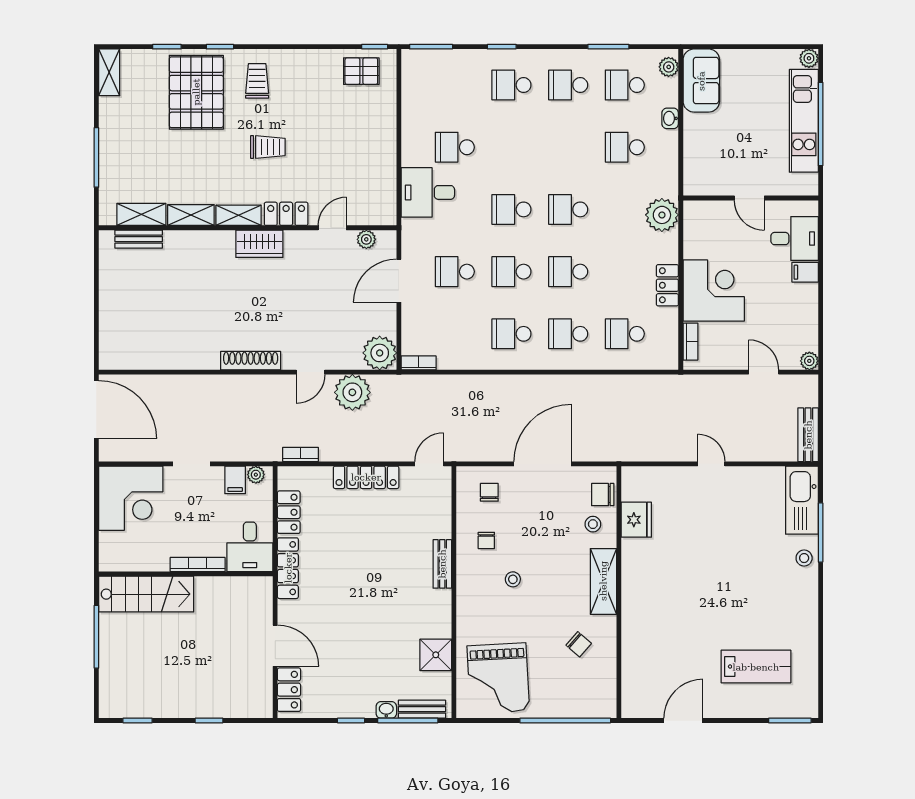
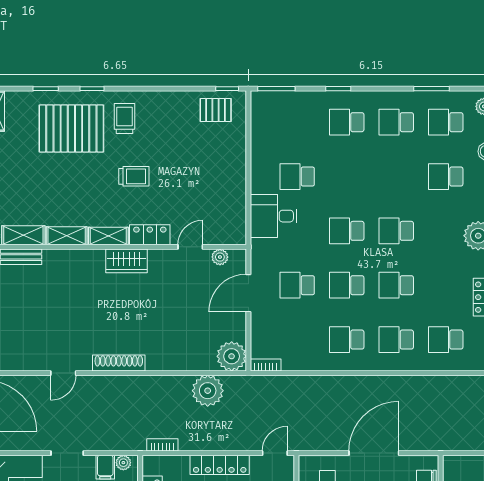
pallet: (196, 92) -> (71, 128), turned 90
door: (311, 372) -> (63, 373), moved

